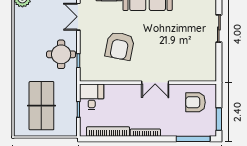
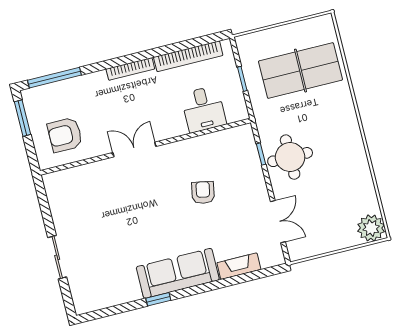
armchair: (120, 46) -> (203, 193), width x0.53, depth x0.53
desk: (92, 97) -> (204, 109), moved
armchair: (195, 102) -> (65, 135), turned 180
table tennis table: (41, 106) -> (300, 71), turned 90

